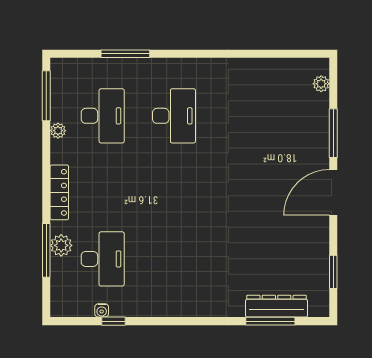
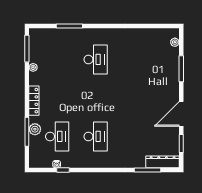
desk: (103, 116) -> (96, 136), moved
door: (333, 192) -> (181, 114), moved
dresser: (277, 306) -> (163, 162), moved

